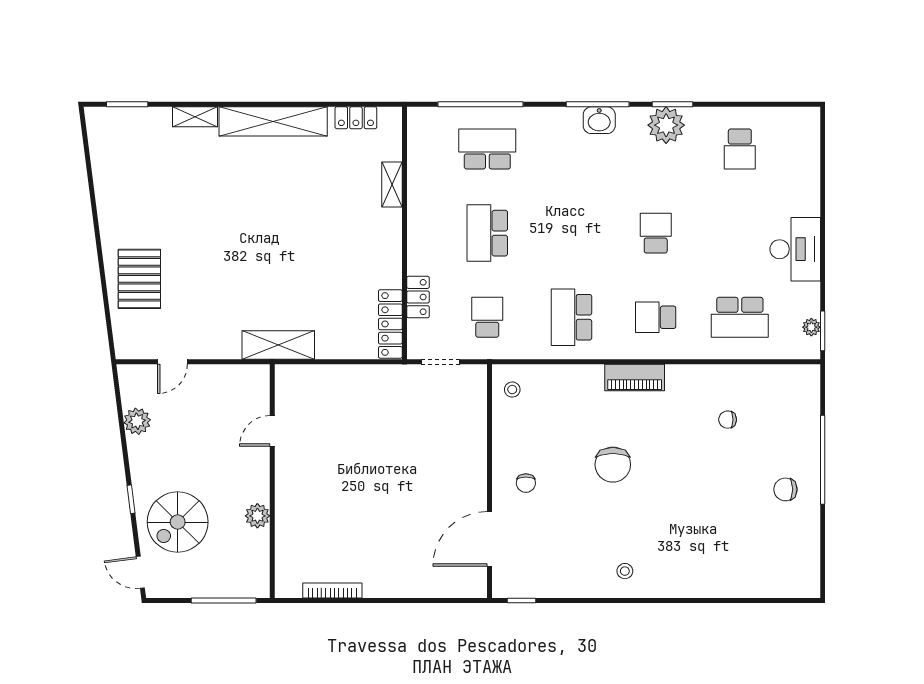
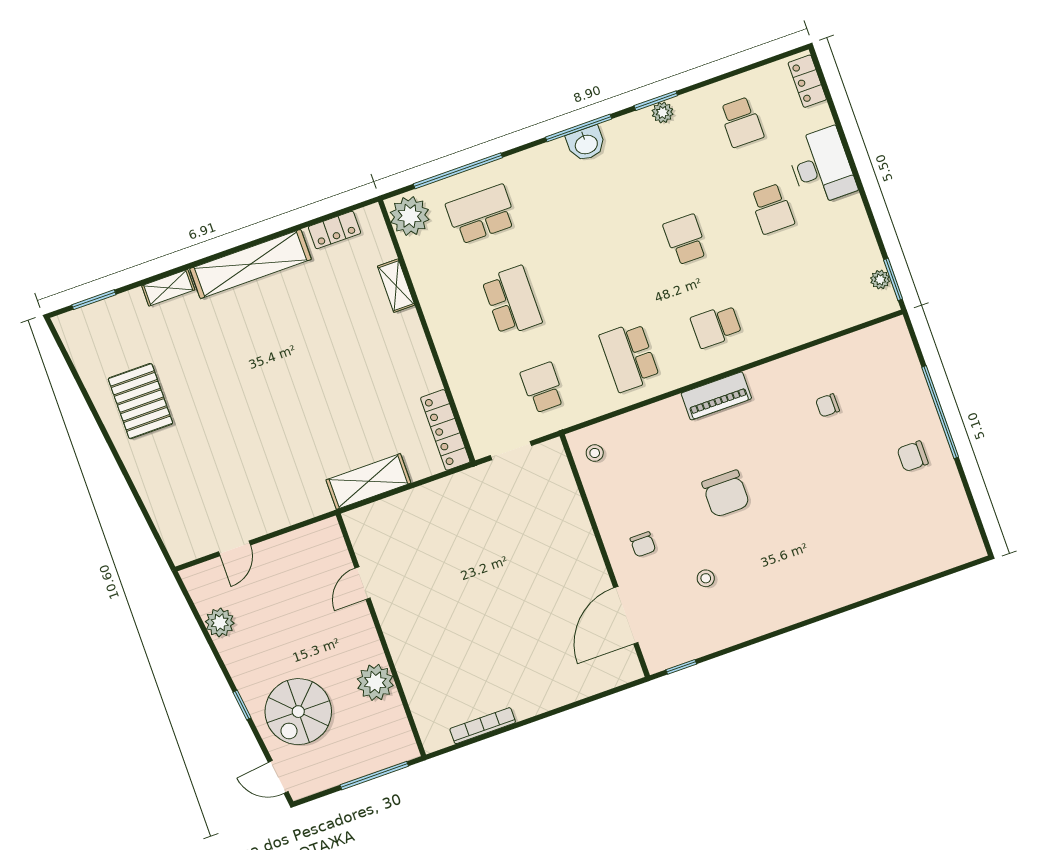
plant: (666, 125) -> (663, 112), width x0.53, depth x0.53
plant: (425, 129) -> (410, 216), added
school desk: (487, 233) -> (512, 301), turned 180
desk: (795, 249) -> (821, 166), moved
pallet: (139, 279) -> (140, 401), moved
locker: (418, 297) -> (807, 81), moved, turned 180
school desk: (740, 317) -> (772, 209), moved, width x0.54
shelving: (278, 345) -> (368, 481), moved
plant: (257, 516) -> (375, 682), width x1.36, depth x1.36
stool: (625, 571) -> (706, 578), moved

